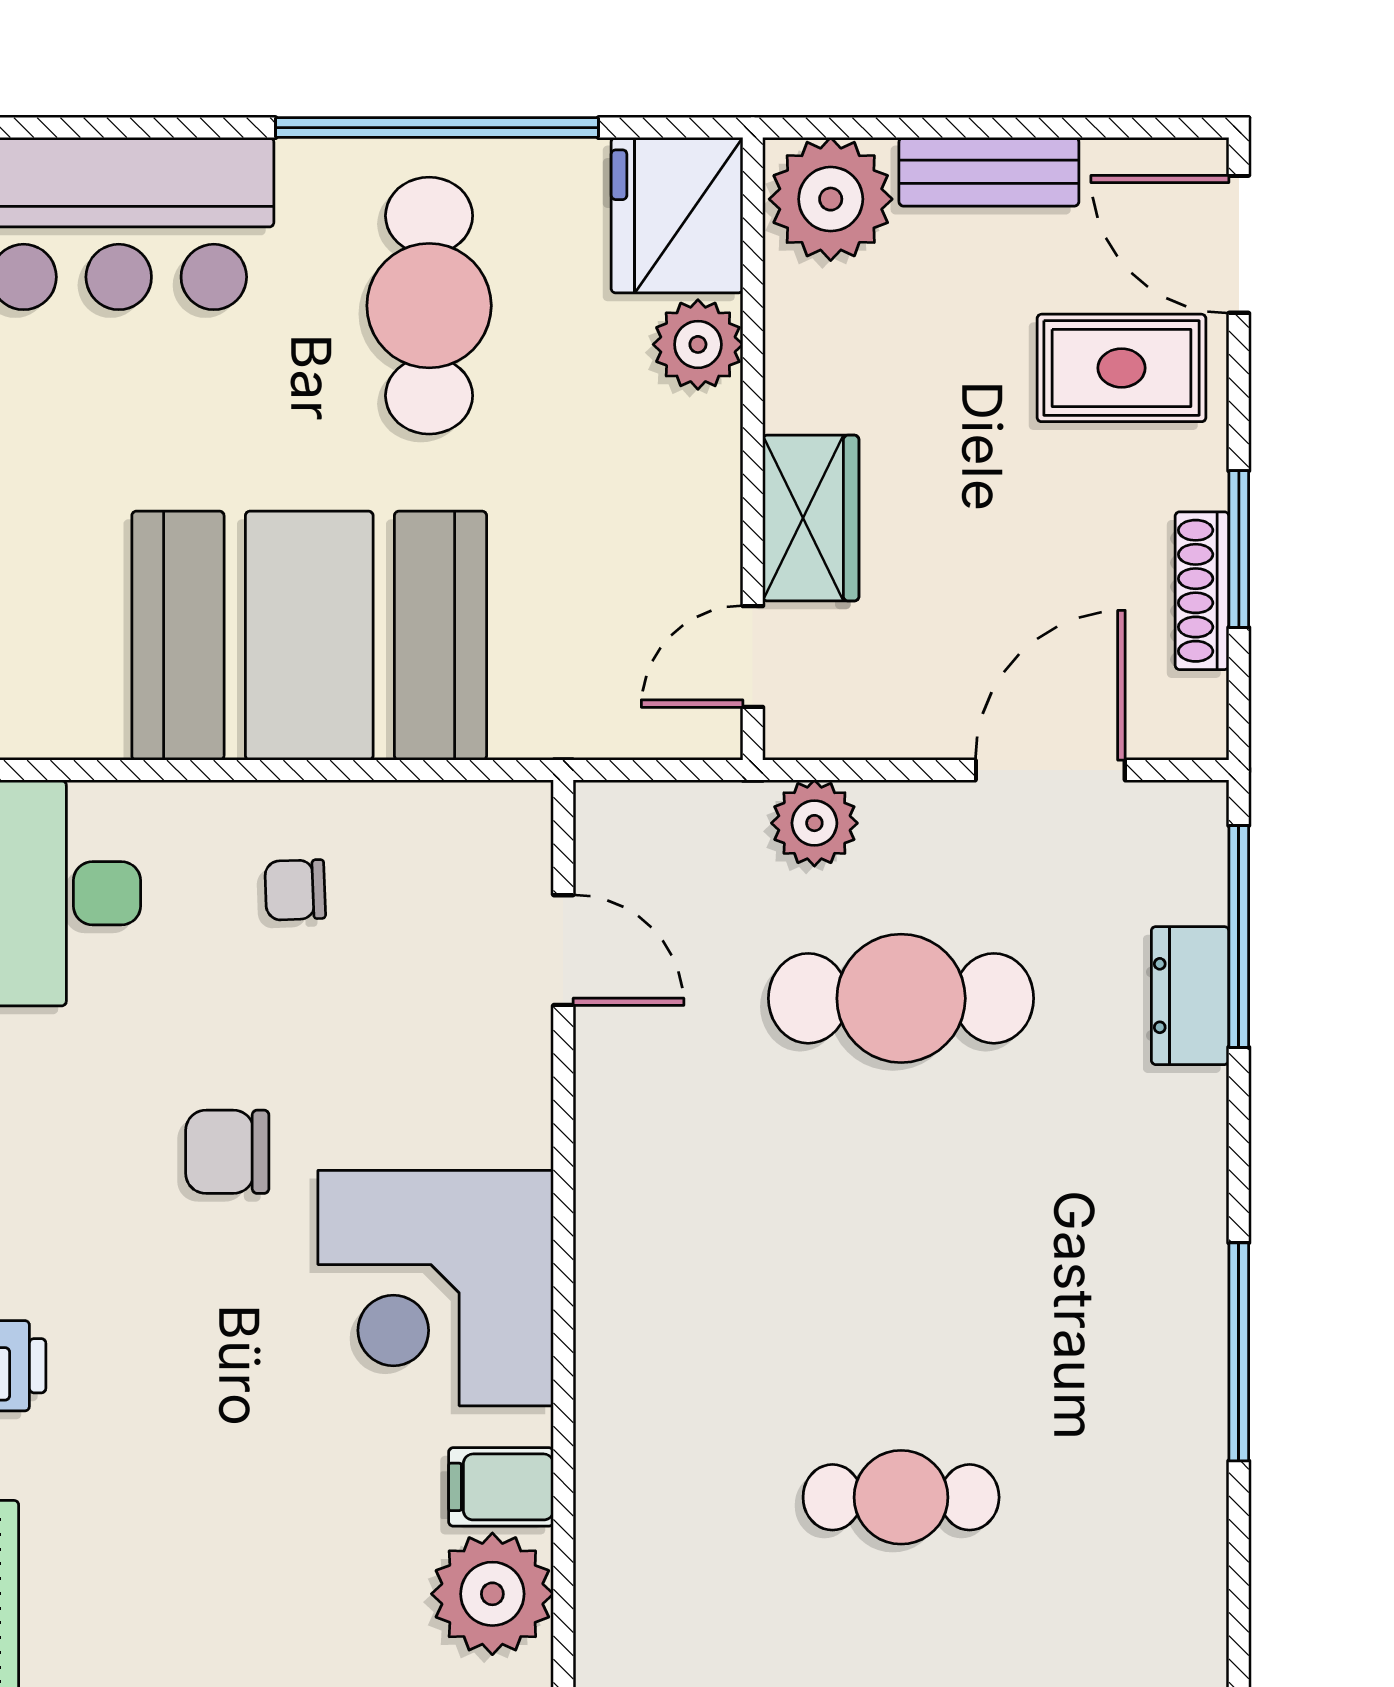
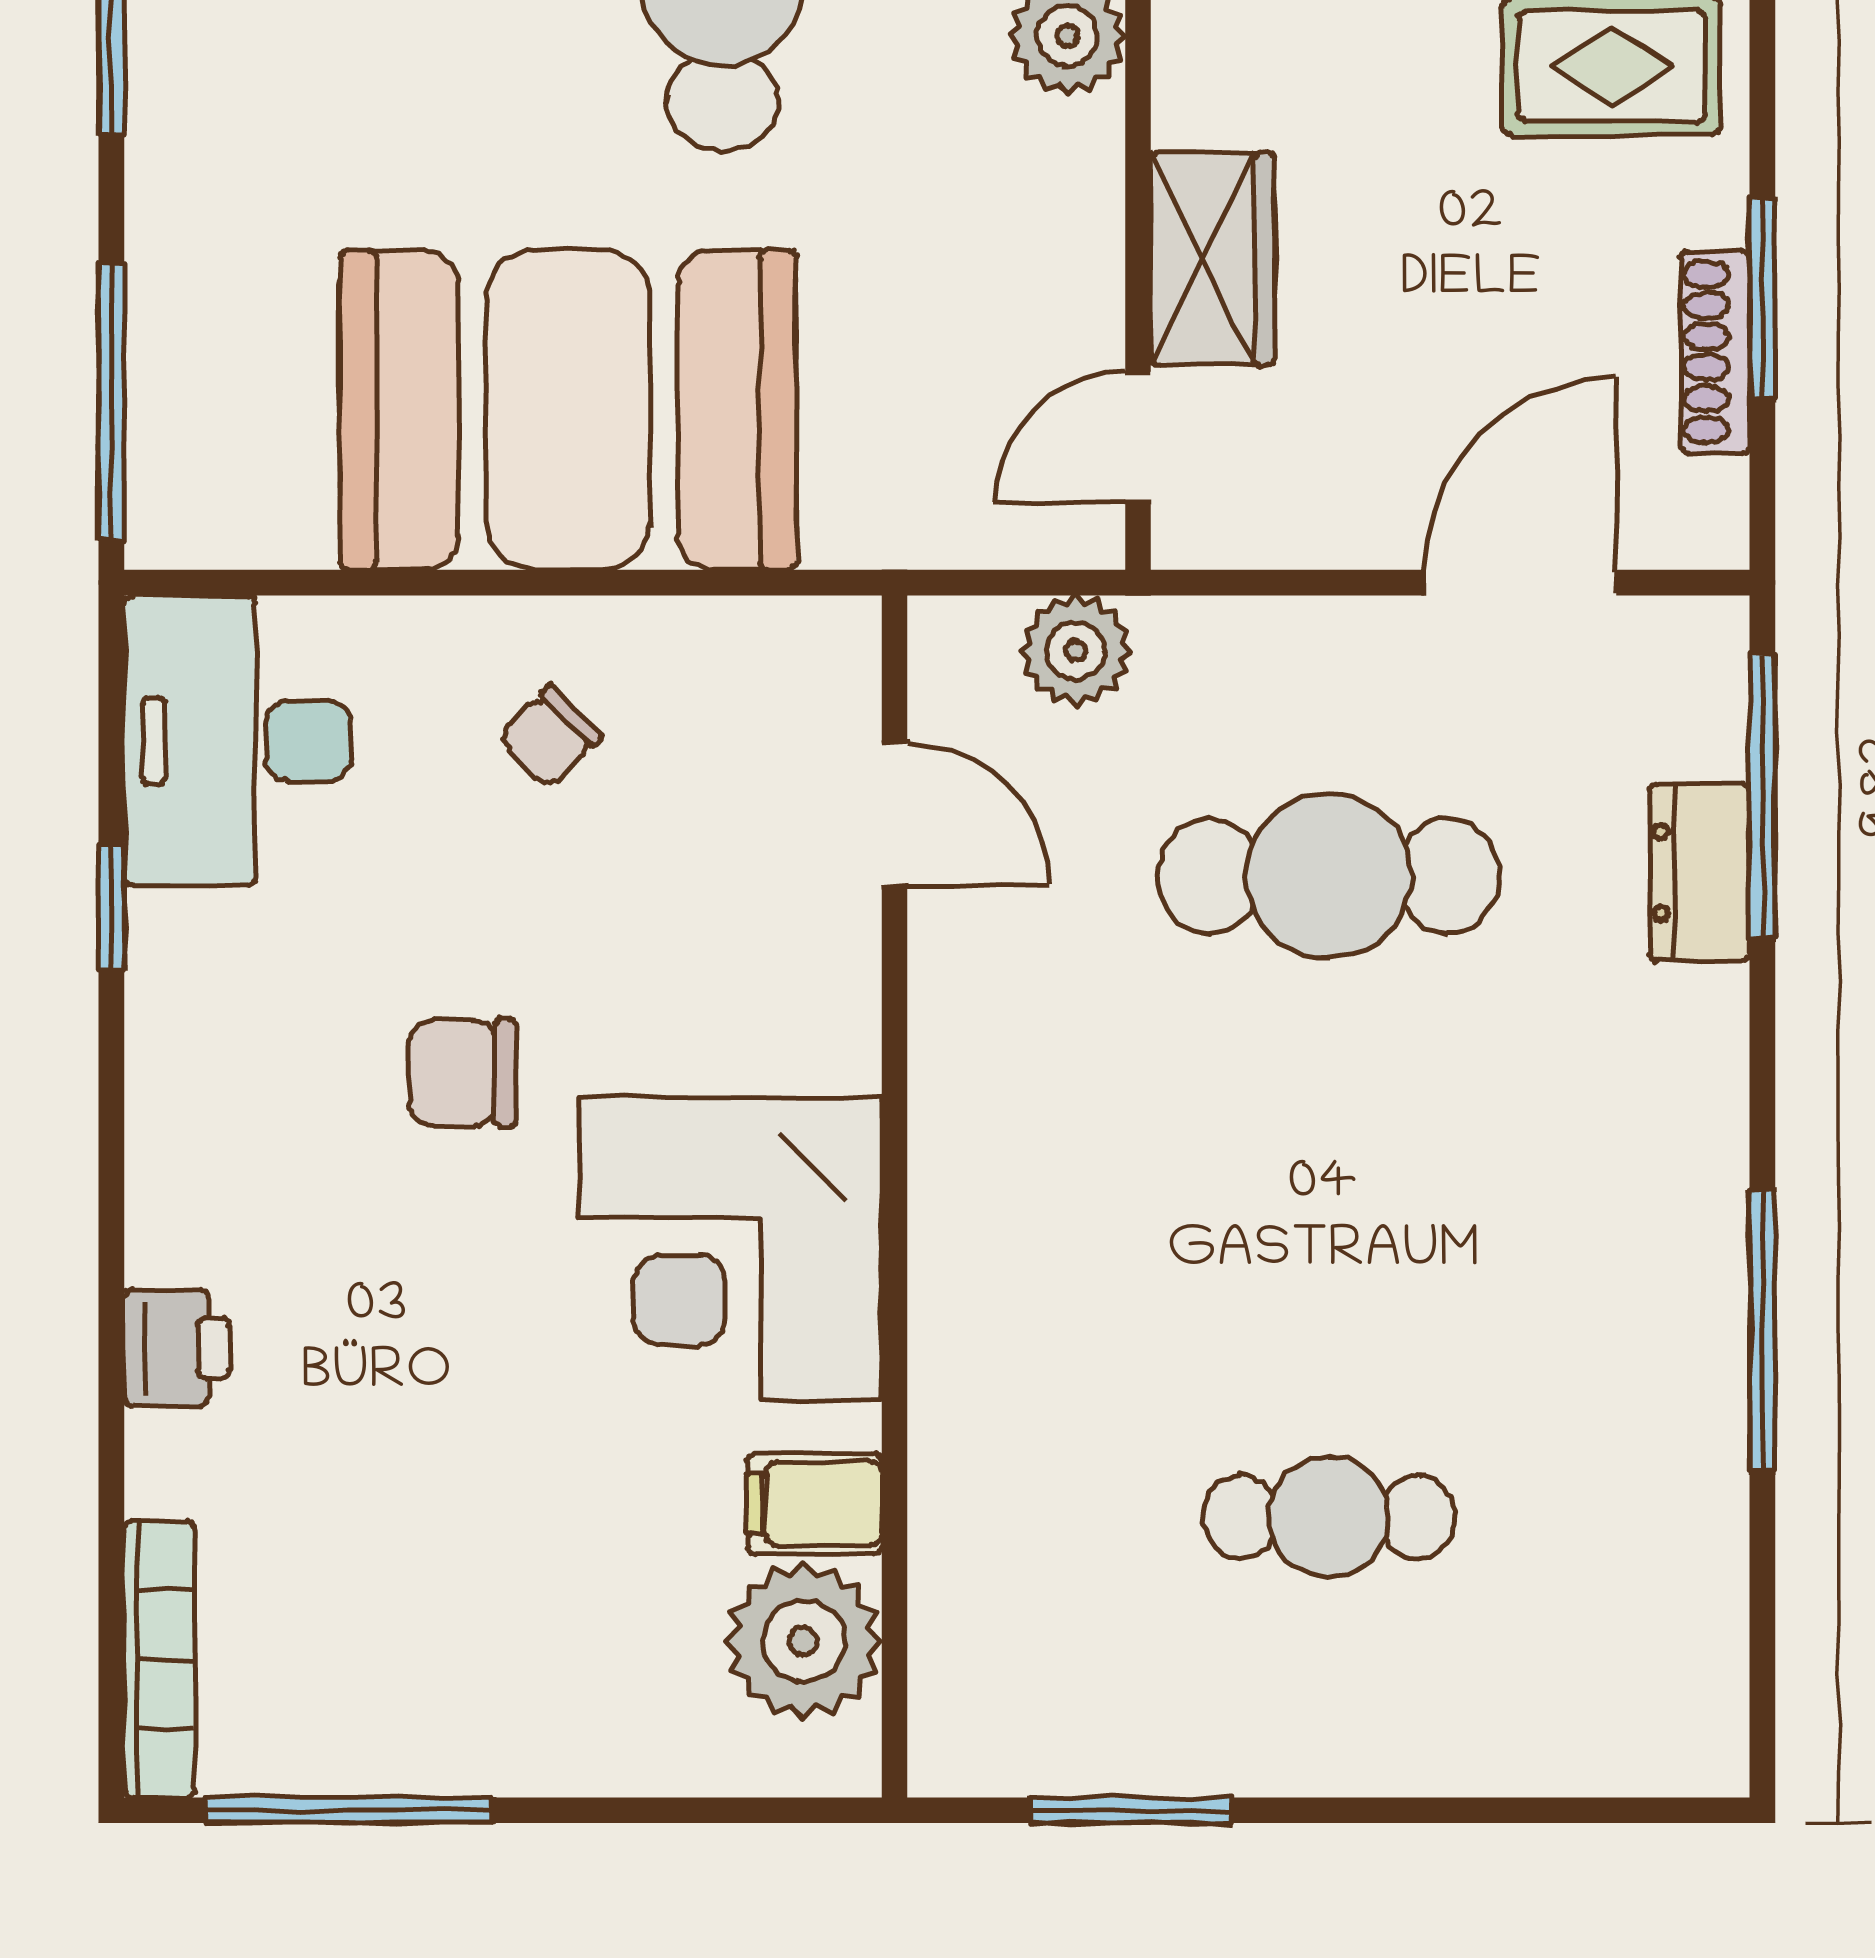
plant: (814, 823) -> (1076, 651), moved
chair: (295, 890) -> (550, 737), turned -43

